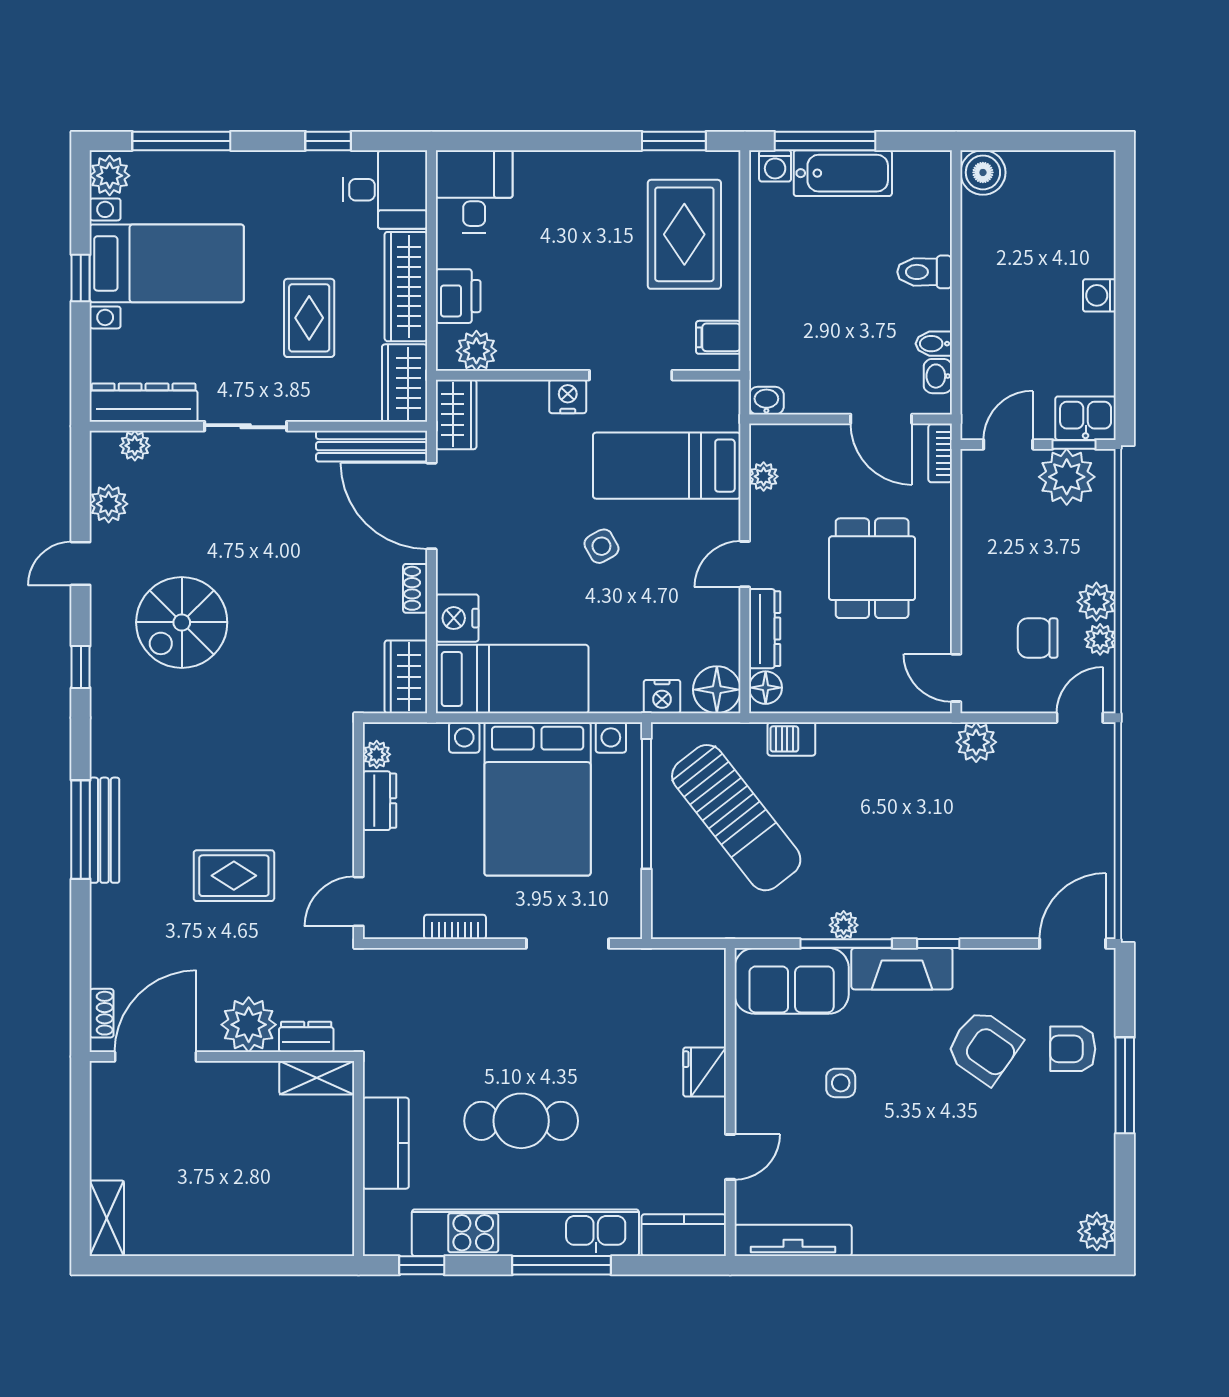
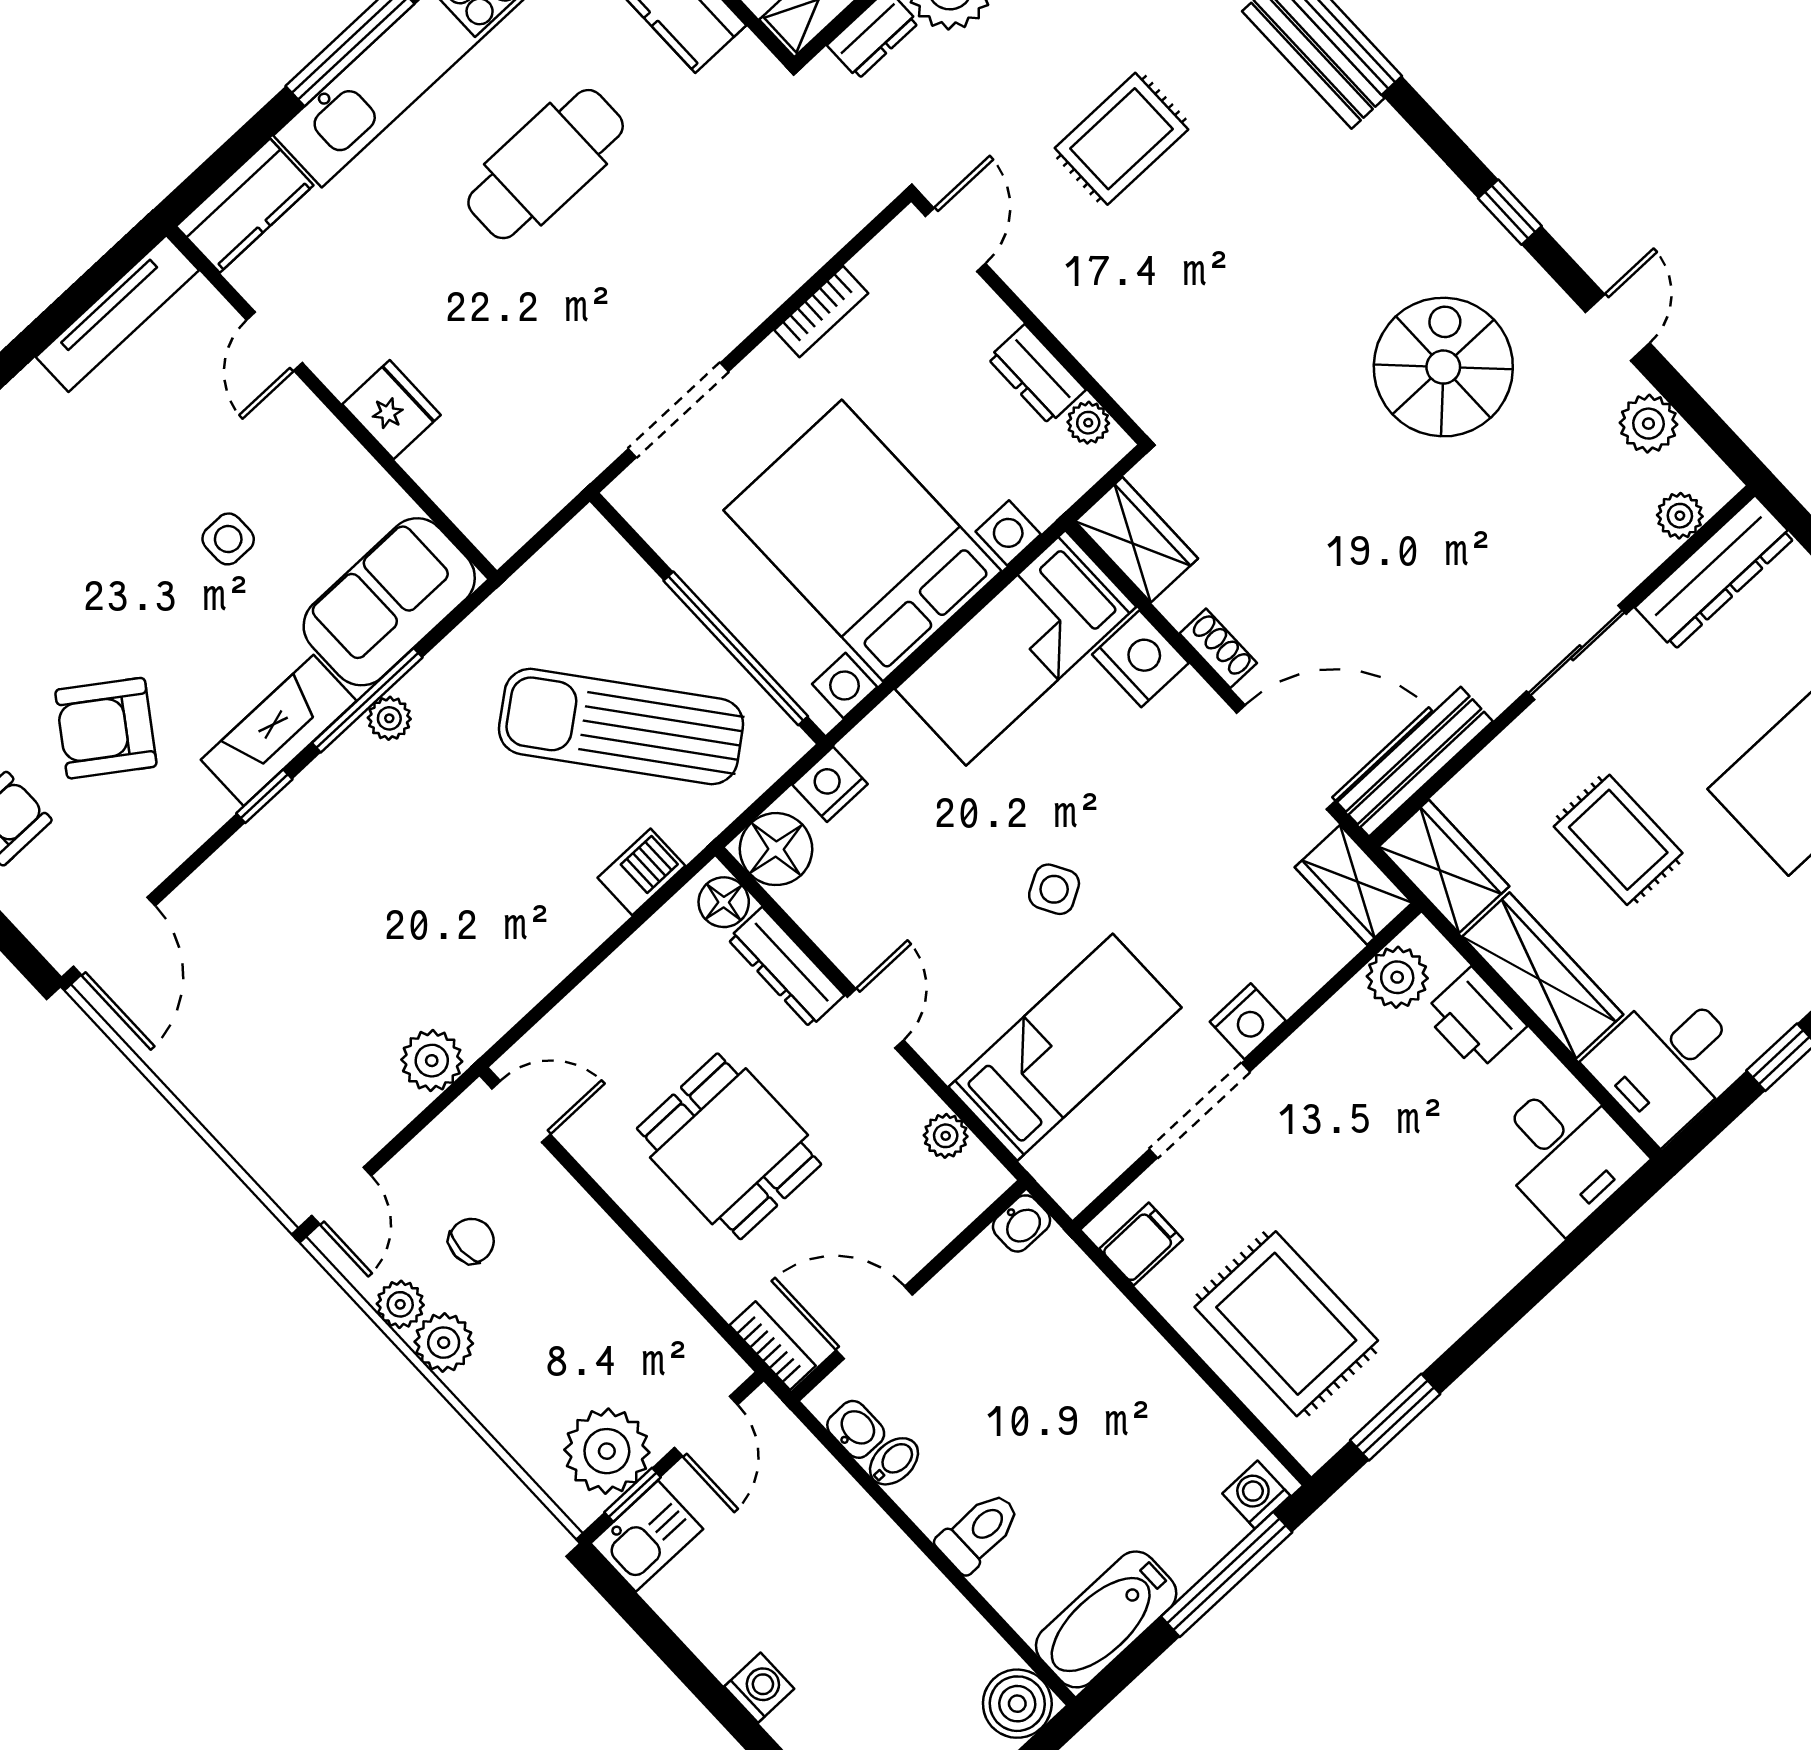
bathtub: (843, 173) -> (1106, 1619), moved
chair: (1038, 638) -> (471, 1241), width x0.73, depth x0.73

